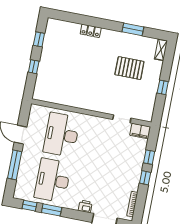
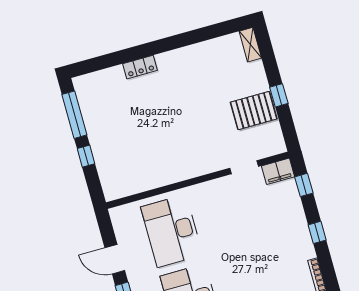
window: (133, 29) -> (197, 36), removed
window: (39, 39) -> (74, 115), width x2.17
pallet: (129, 68) -> (254, 111), moved
window: (149, 157) -> (304, 185), moved

